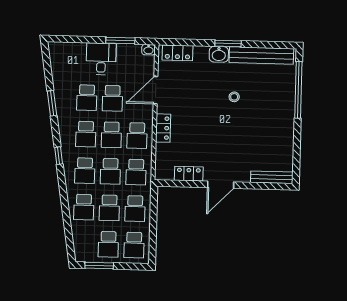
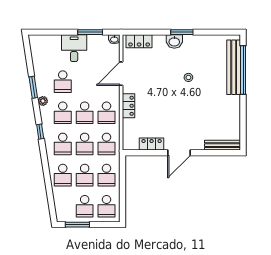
bench: (261, 55) -> (234, 67), moved, turned 90
school desk: (112, 98) -> (85, 82), removed
plant: (63, 120) -> (43, 101), added

